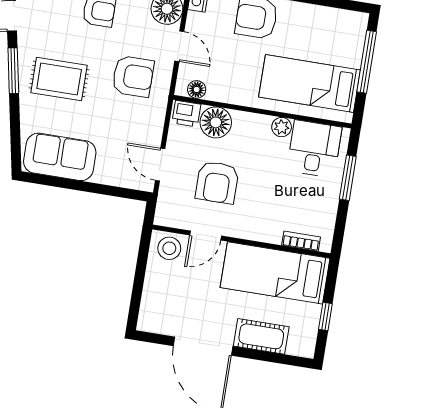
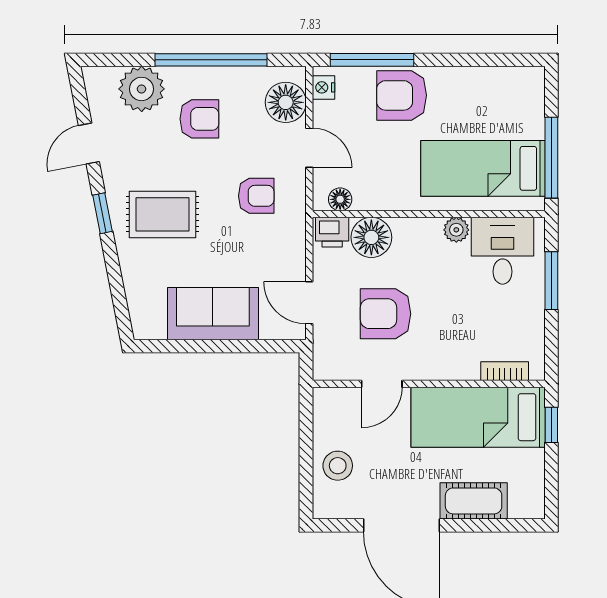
window: (367, 62) -> (551, 158), moved
window: (13, 71) -> (102, 213), width x0.67
armchair: (133, 76) -> (256, 196), width x0.72, depth x0.72
sofa: (60, 157) -> (213, 314), moved
armchair: (217, 182) -> (386, 314), turned 90
stool: (169, 248) -> (338, 466), moved
window: (325, 316) -> (551, 425), moved

